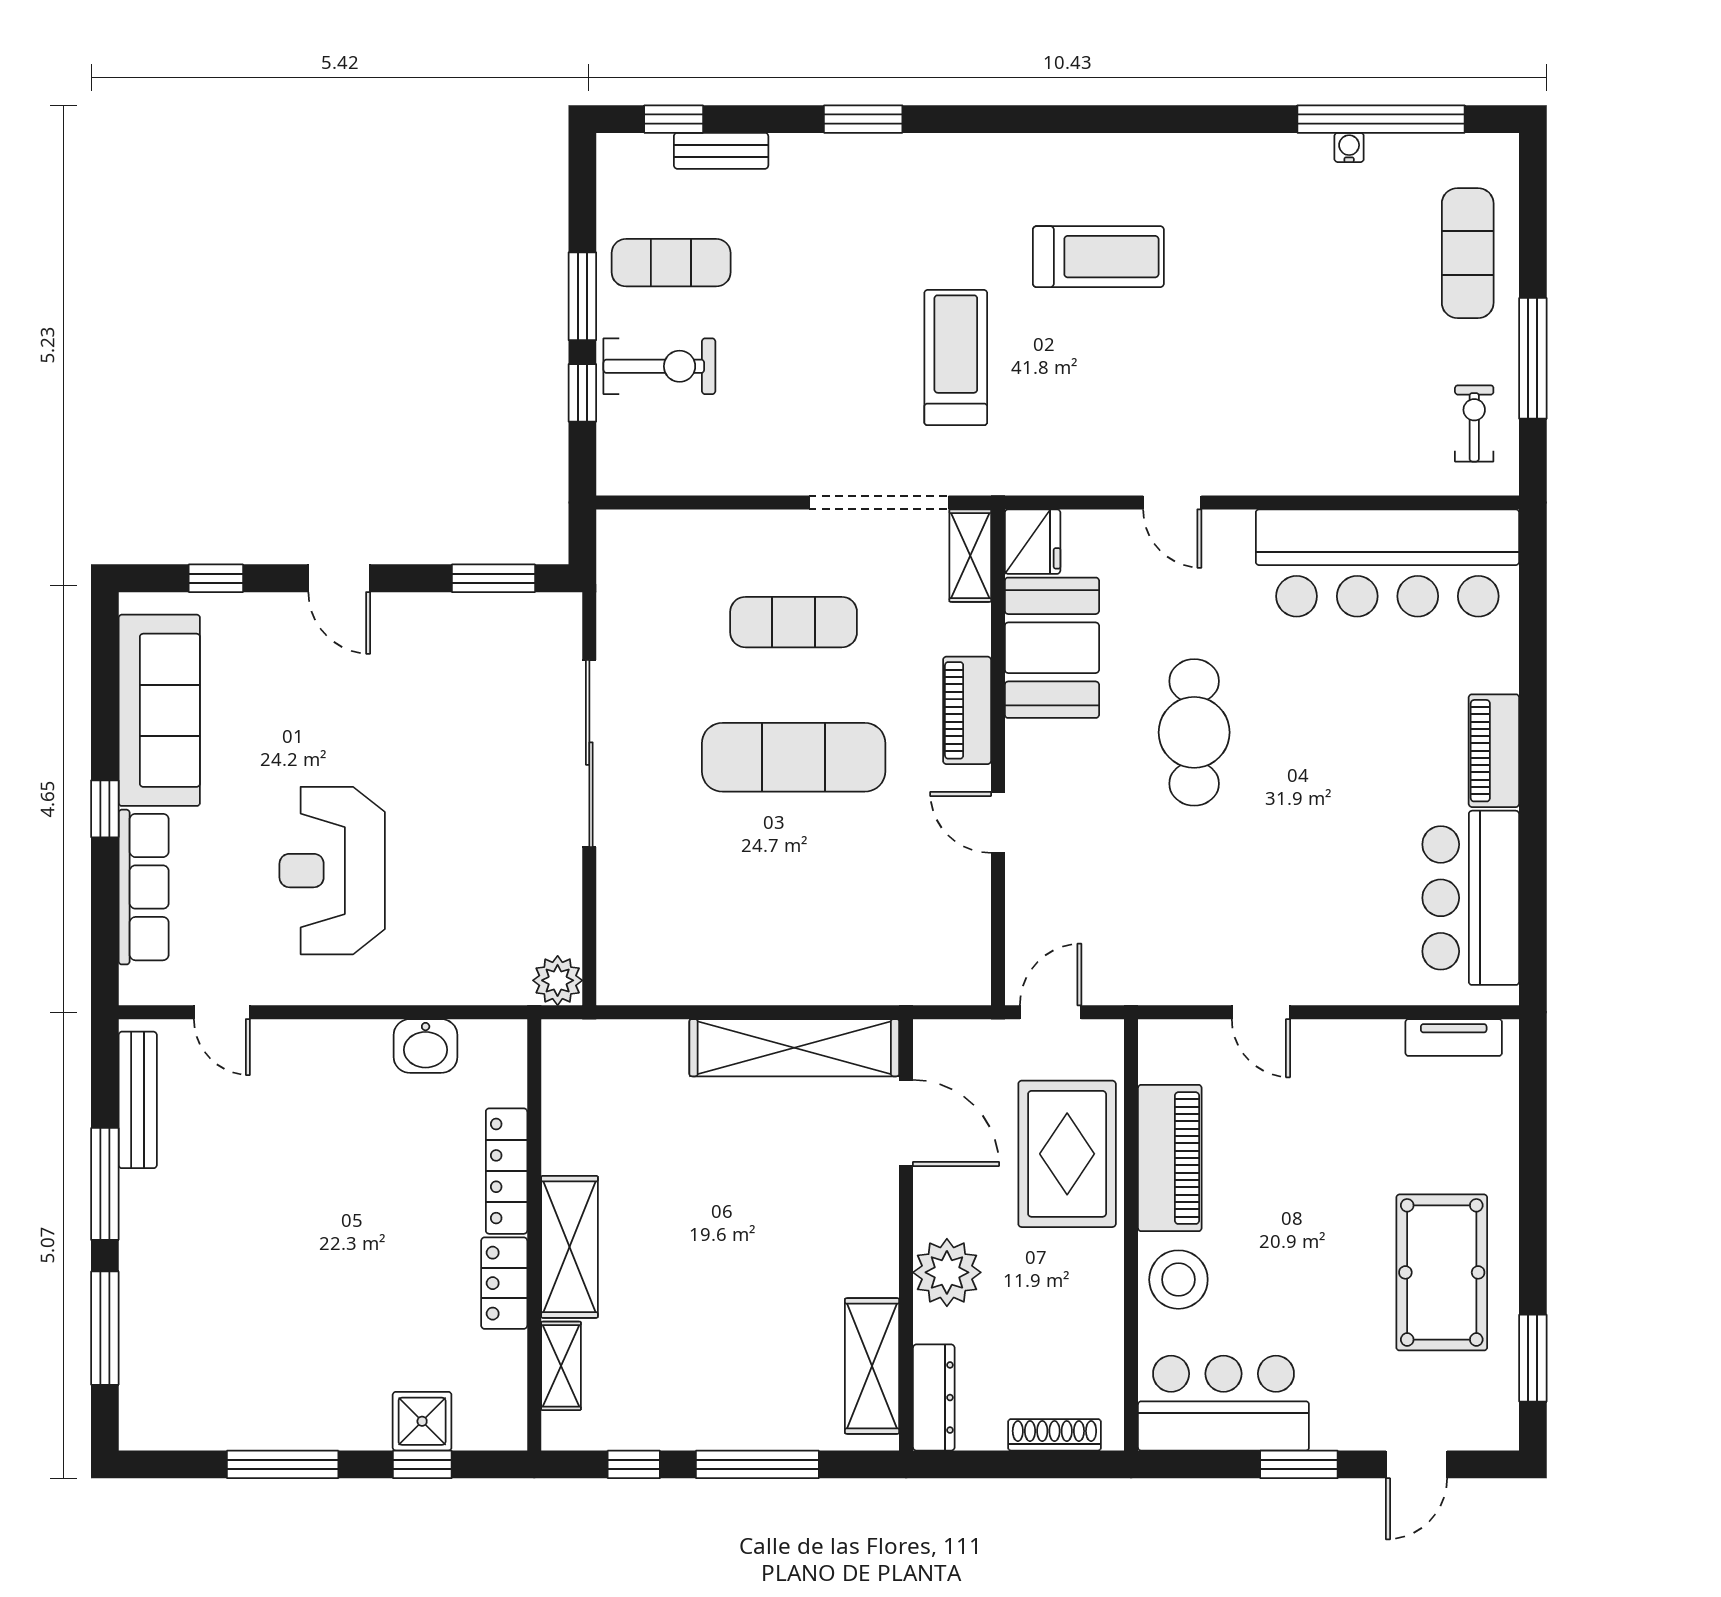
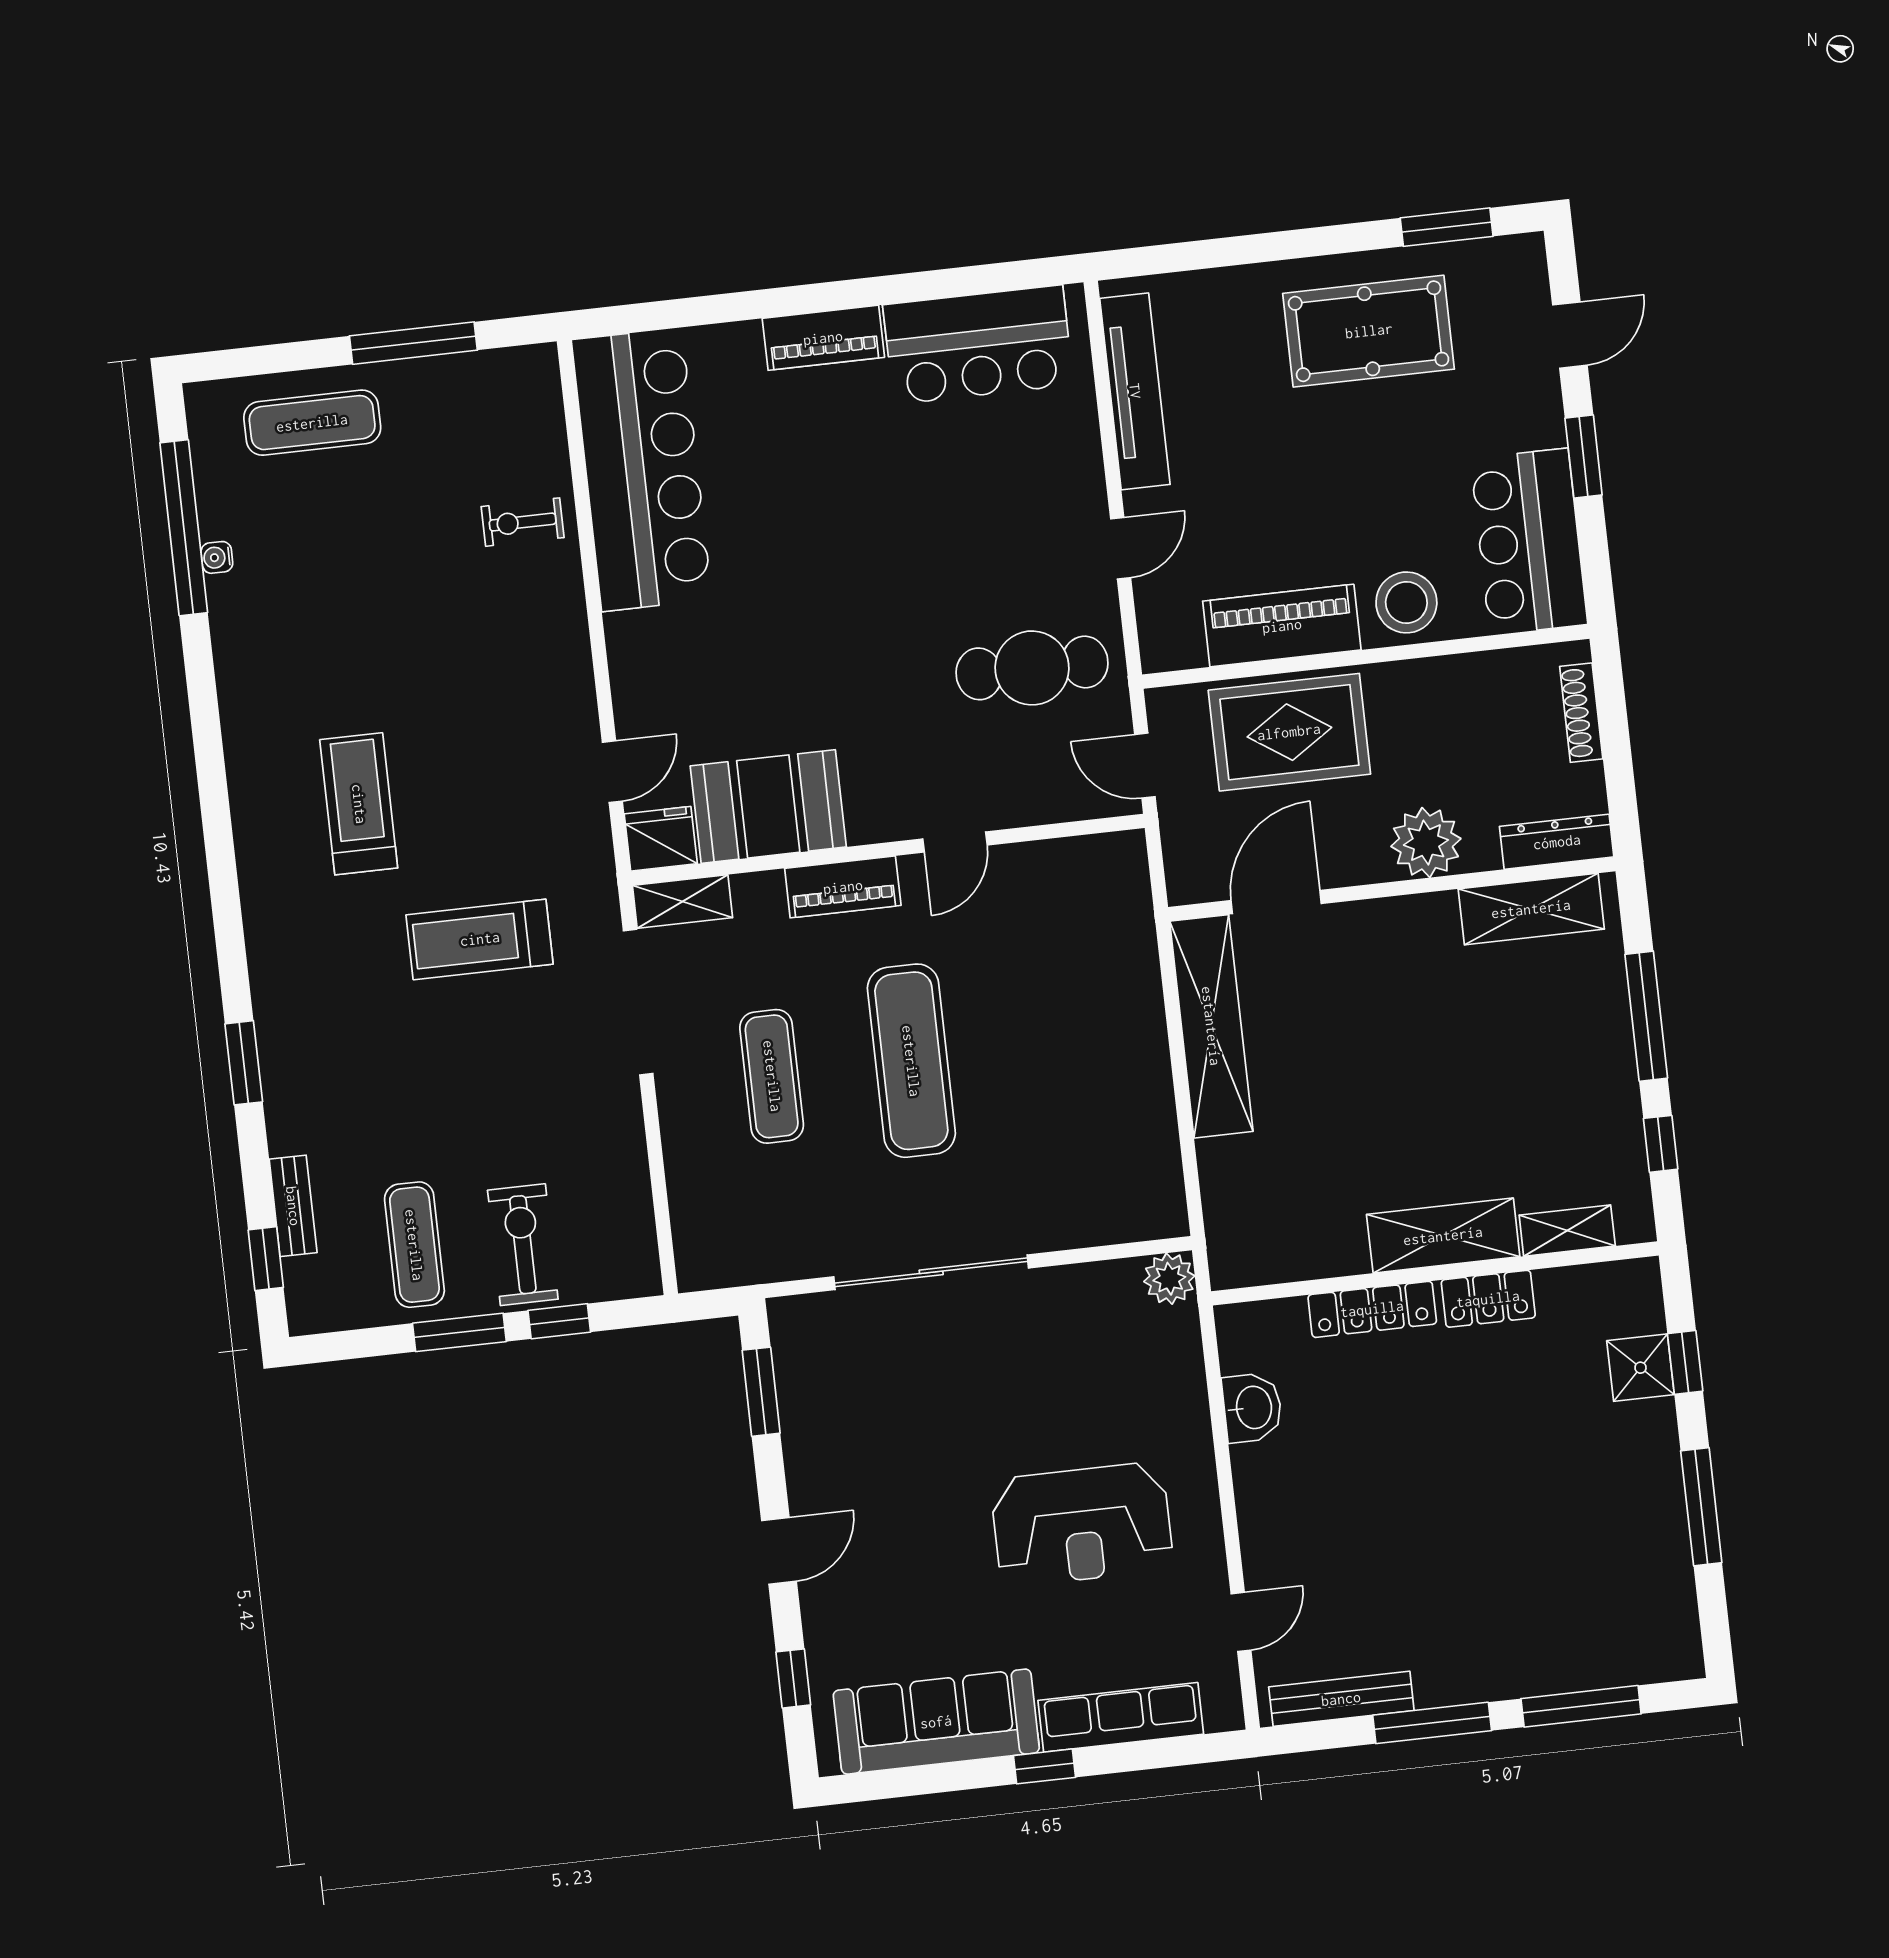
exercise bike: (1474, 423) -> (523, 522), moved
door: (1172, 502) -> (612, 772), moved
cafe table: (1194, 732) -> (1032, 668), moved
tv unit: (1454, 1037) -> (1135, 391), width x1.92, depth x1.29
door: (1417, 1464) -> (1570, 335), hinge flipped

